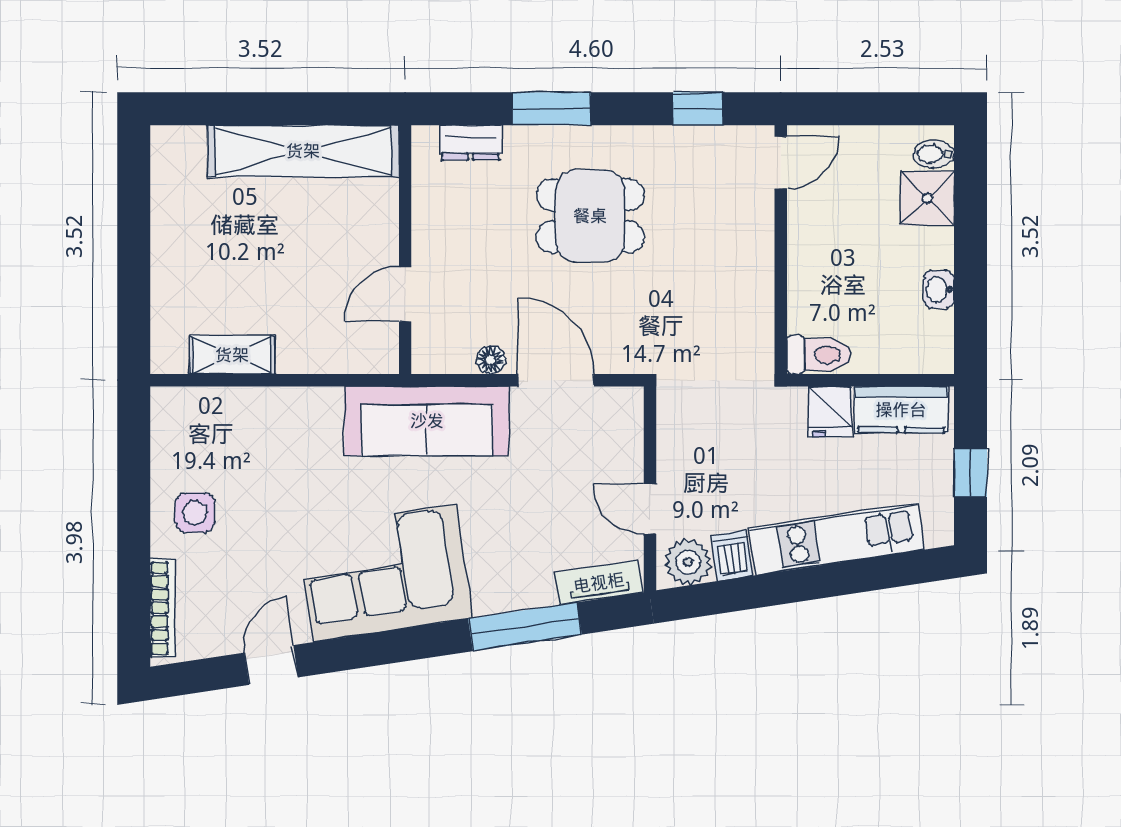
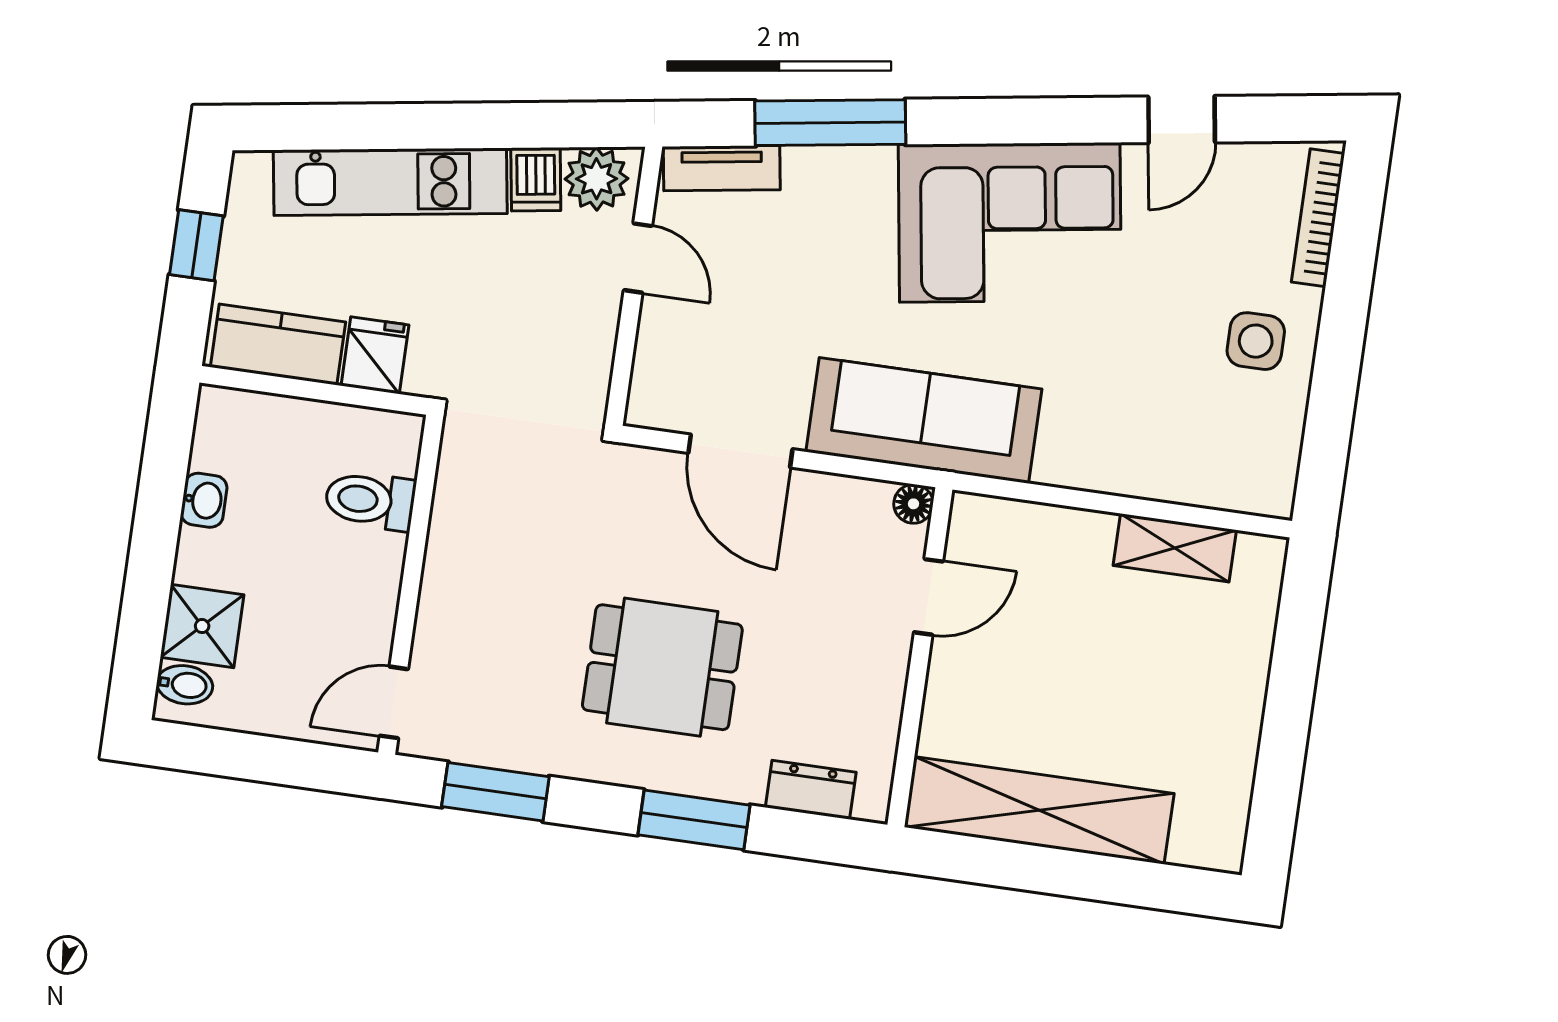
window: (698, 109) -> (495, 792), width x1.50
toilet: (819, 355) -> (370, 500), moved
floor lamp: (491, 360) -> (914, 504), moved

